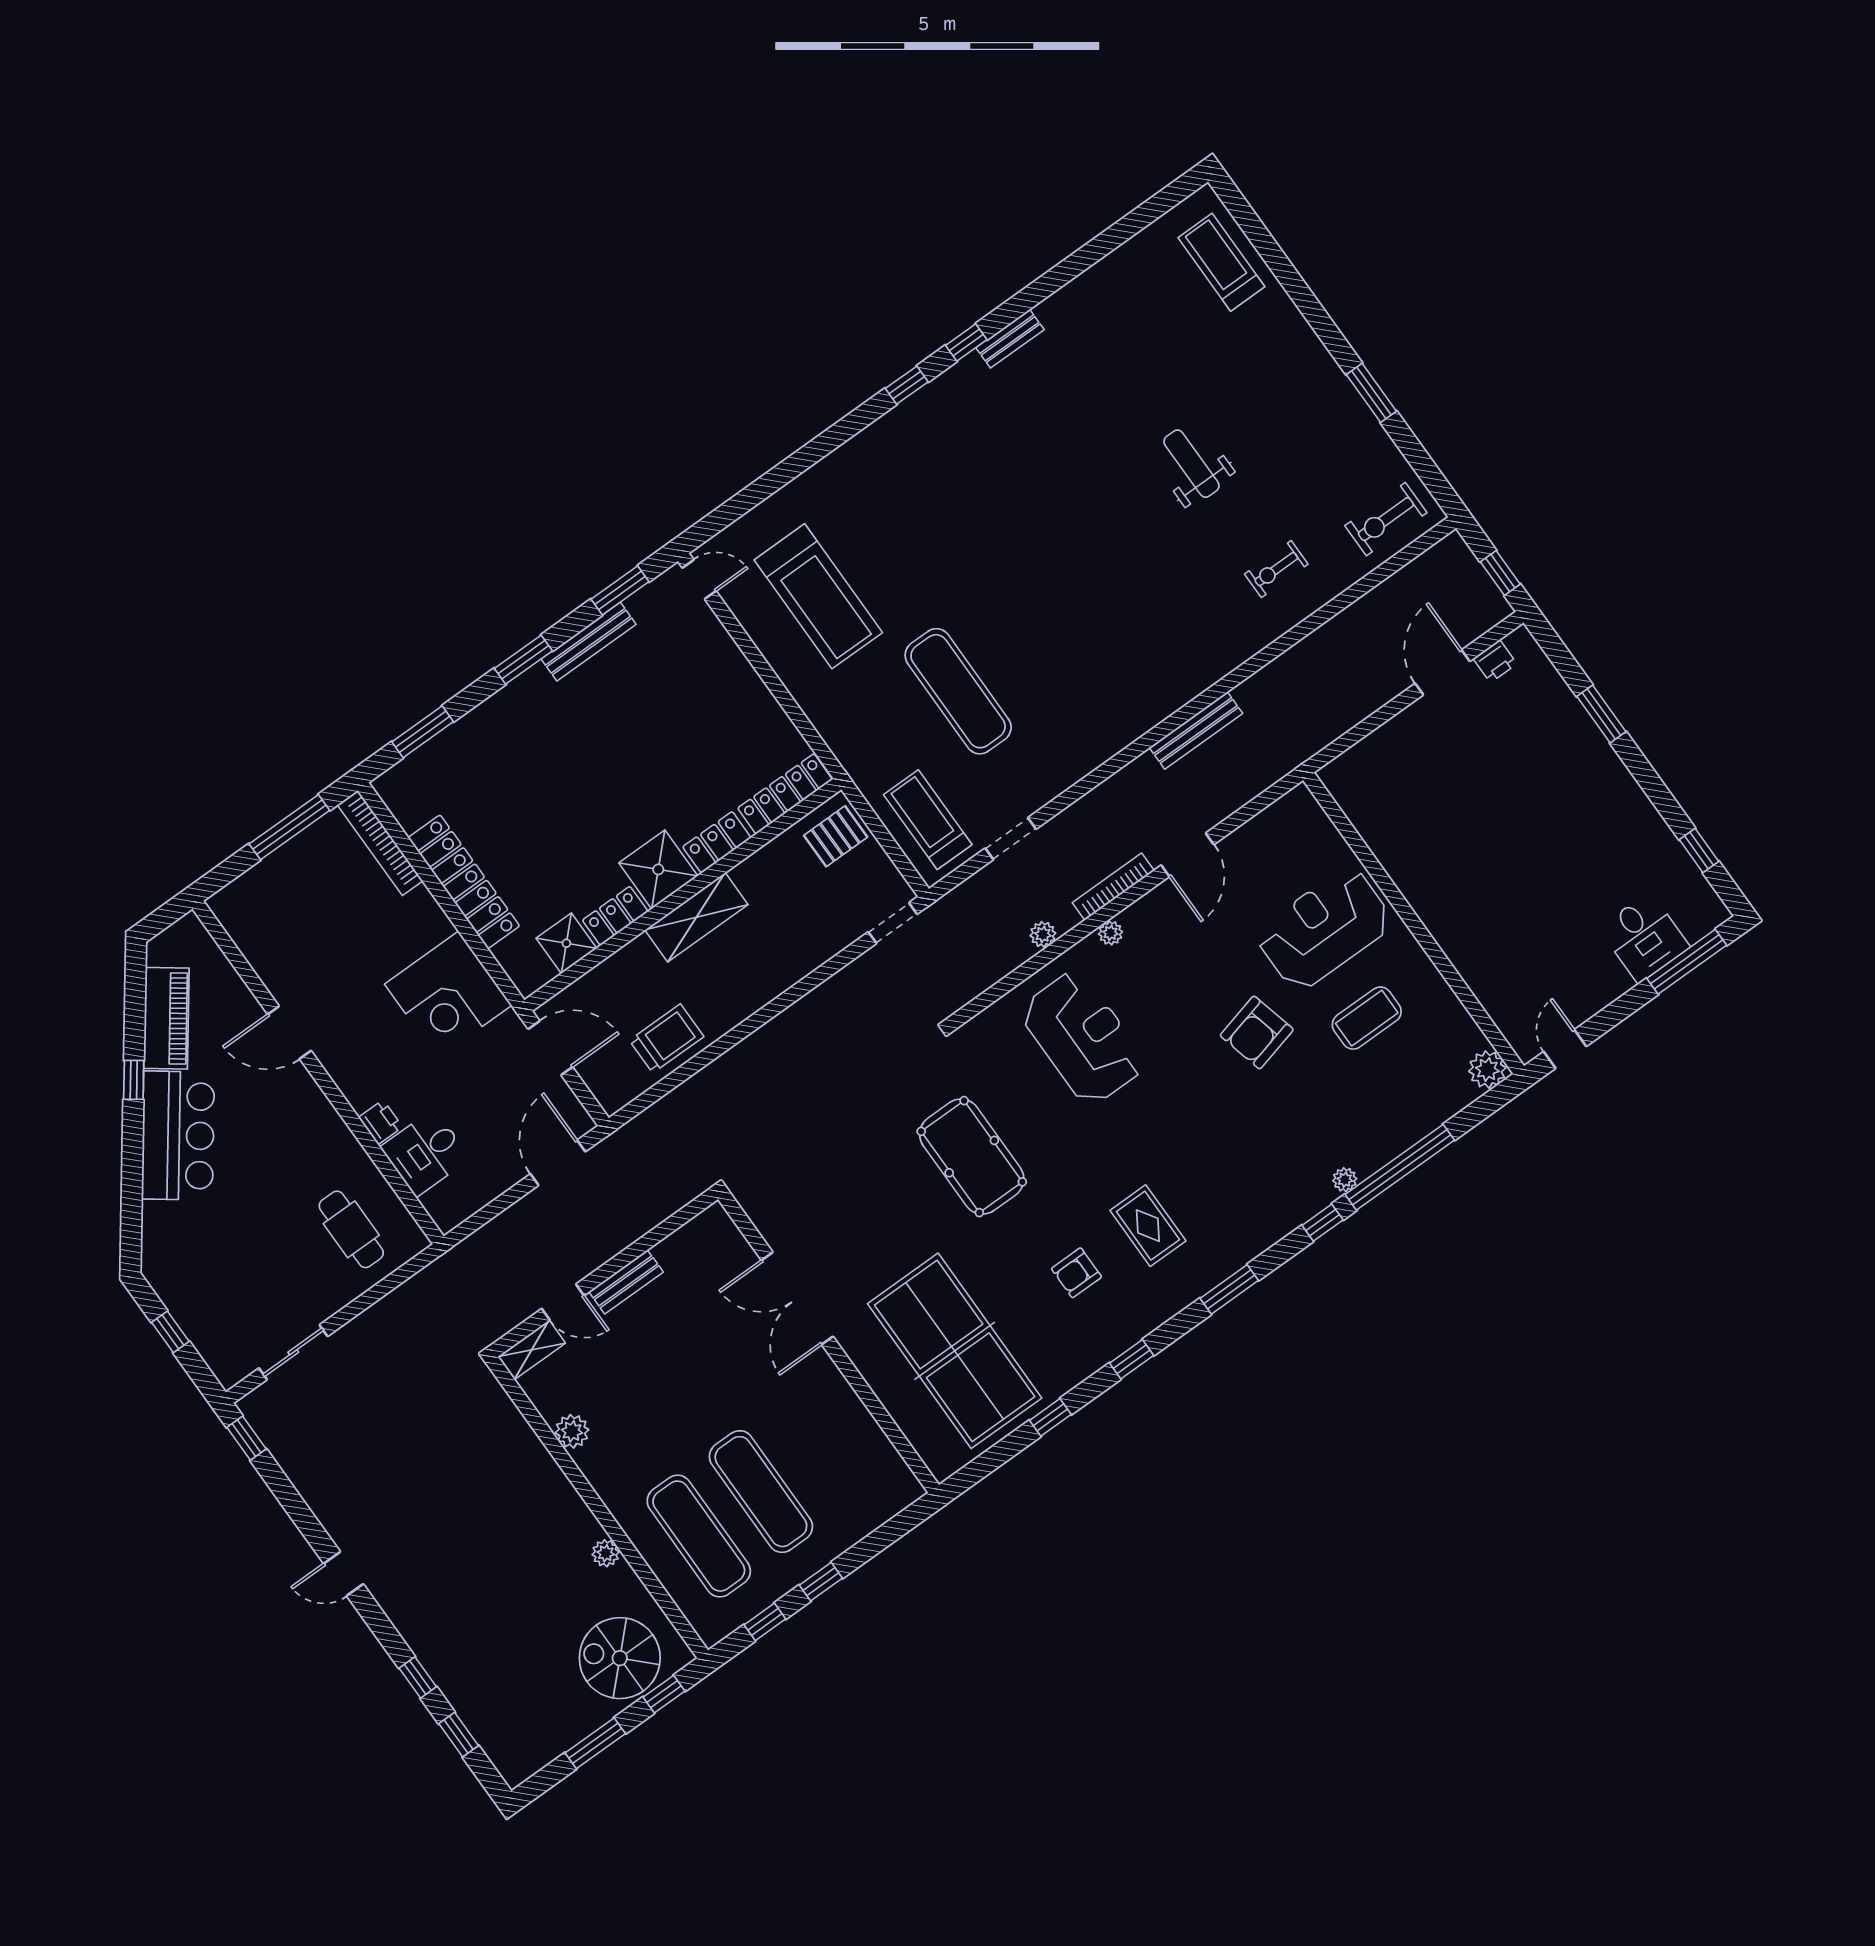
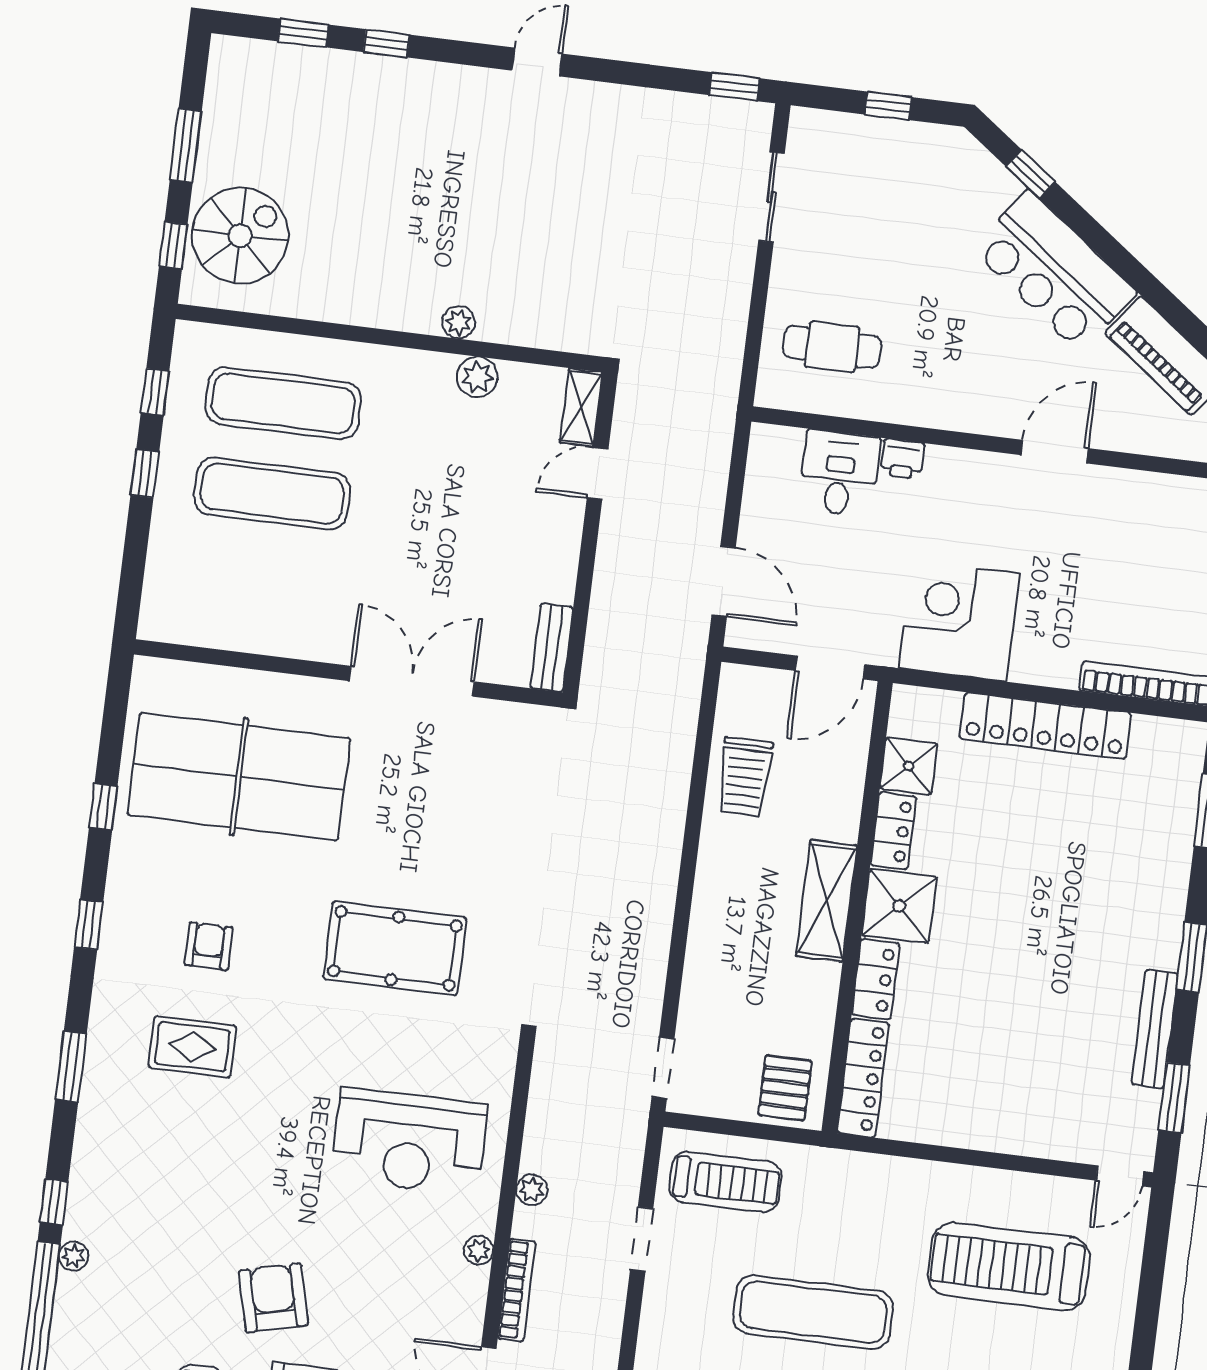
window: (134, 1080) -> (1031, 174), moved
bench: (626, 1282) -> (552, 648), moved
plant: (606, 1553) -> (458, 322), moved

